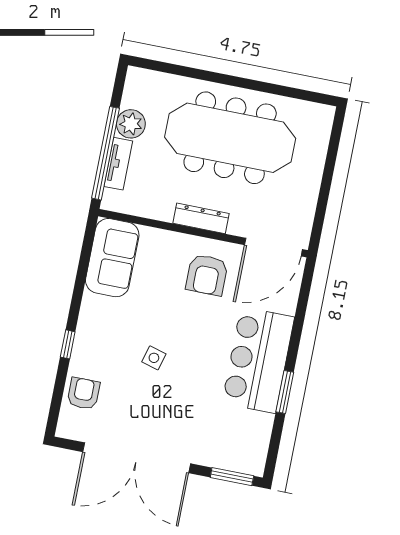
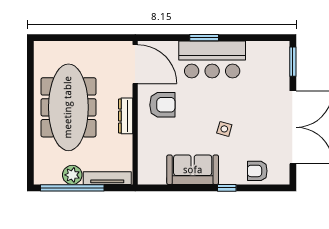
window: (106, 153) -> (72, 188), moved
tv unit: (118, 164) -> (107, 178), width x1.41
sofa: (112, 258) -> (193, 170), moved
window: (285, 392) -> (204, 38), moved

